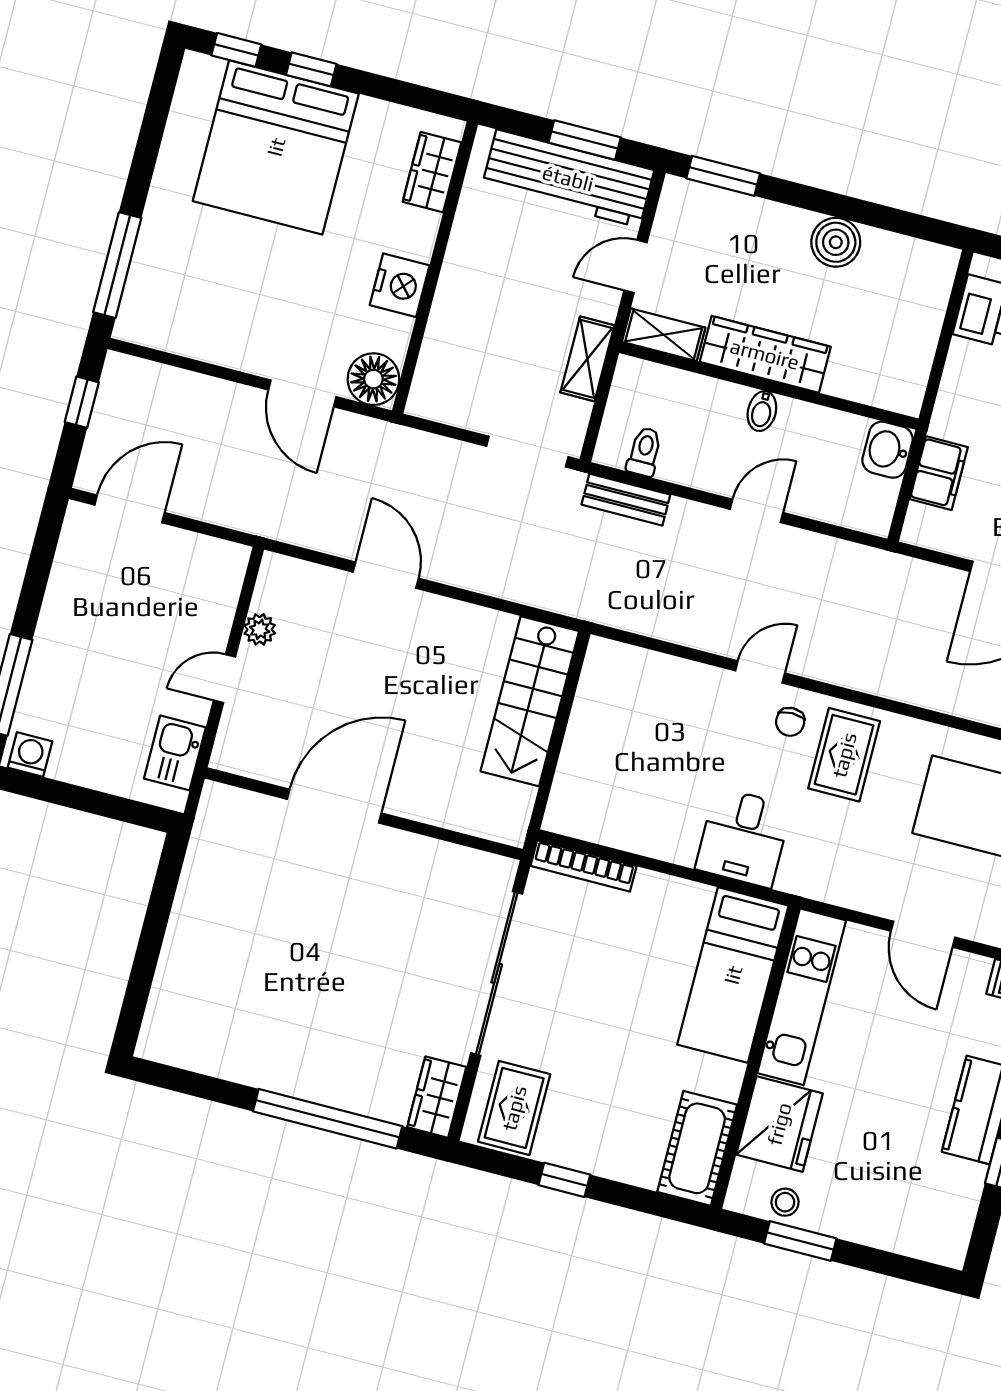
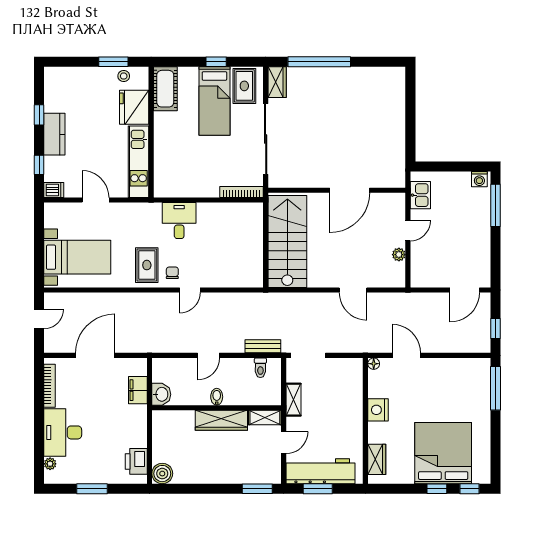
boiler: (836, 242) -> (162, 474), moved
floor lamp: (373, 379) -> (374, 364), width x0.53, depth x0.53
stairs: (530, 701) -> (287, 241), width x1.36, depth x1.51
bed: (733, 975) -> (214, 101), moved, turned 180

